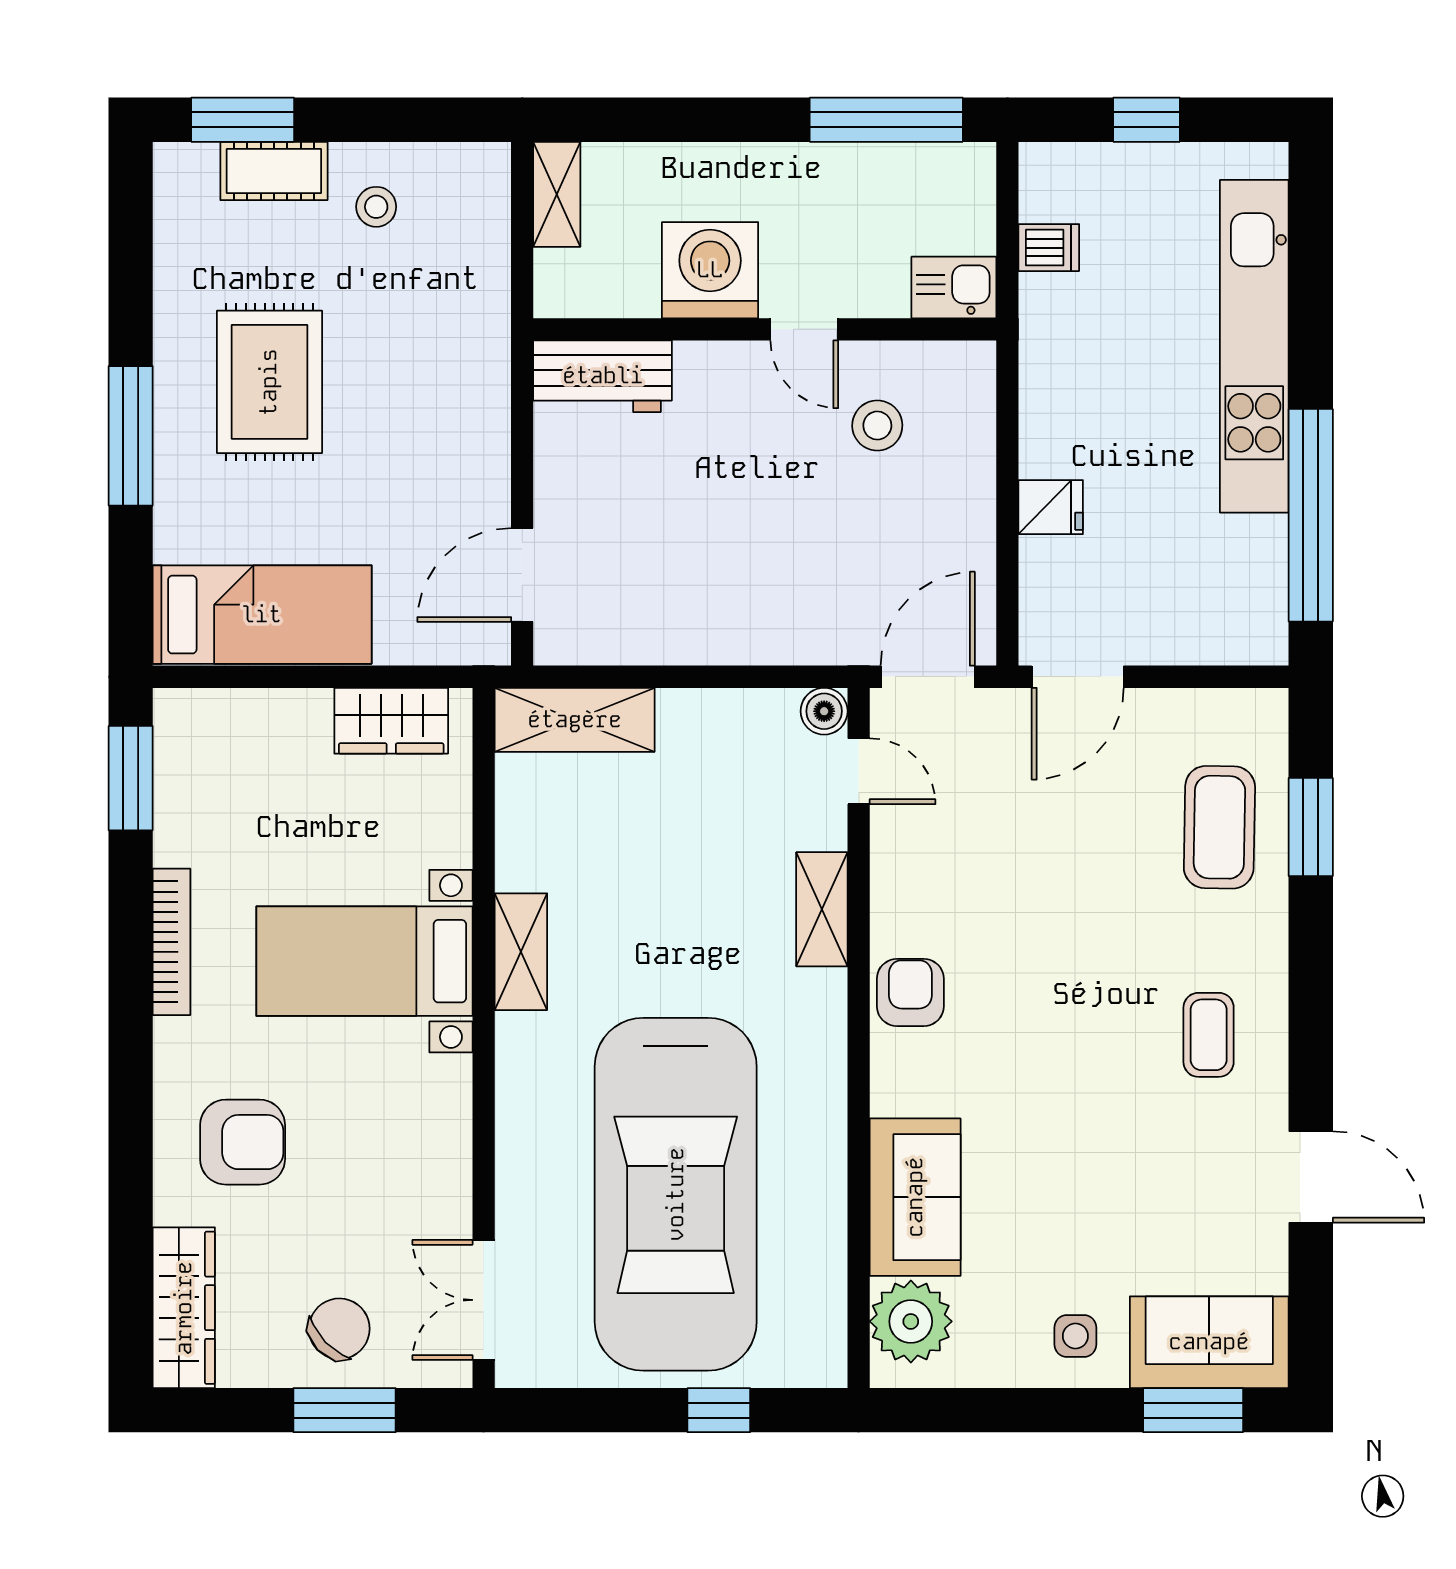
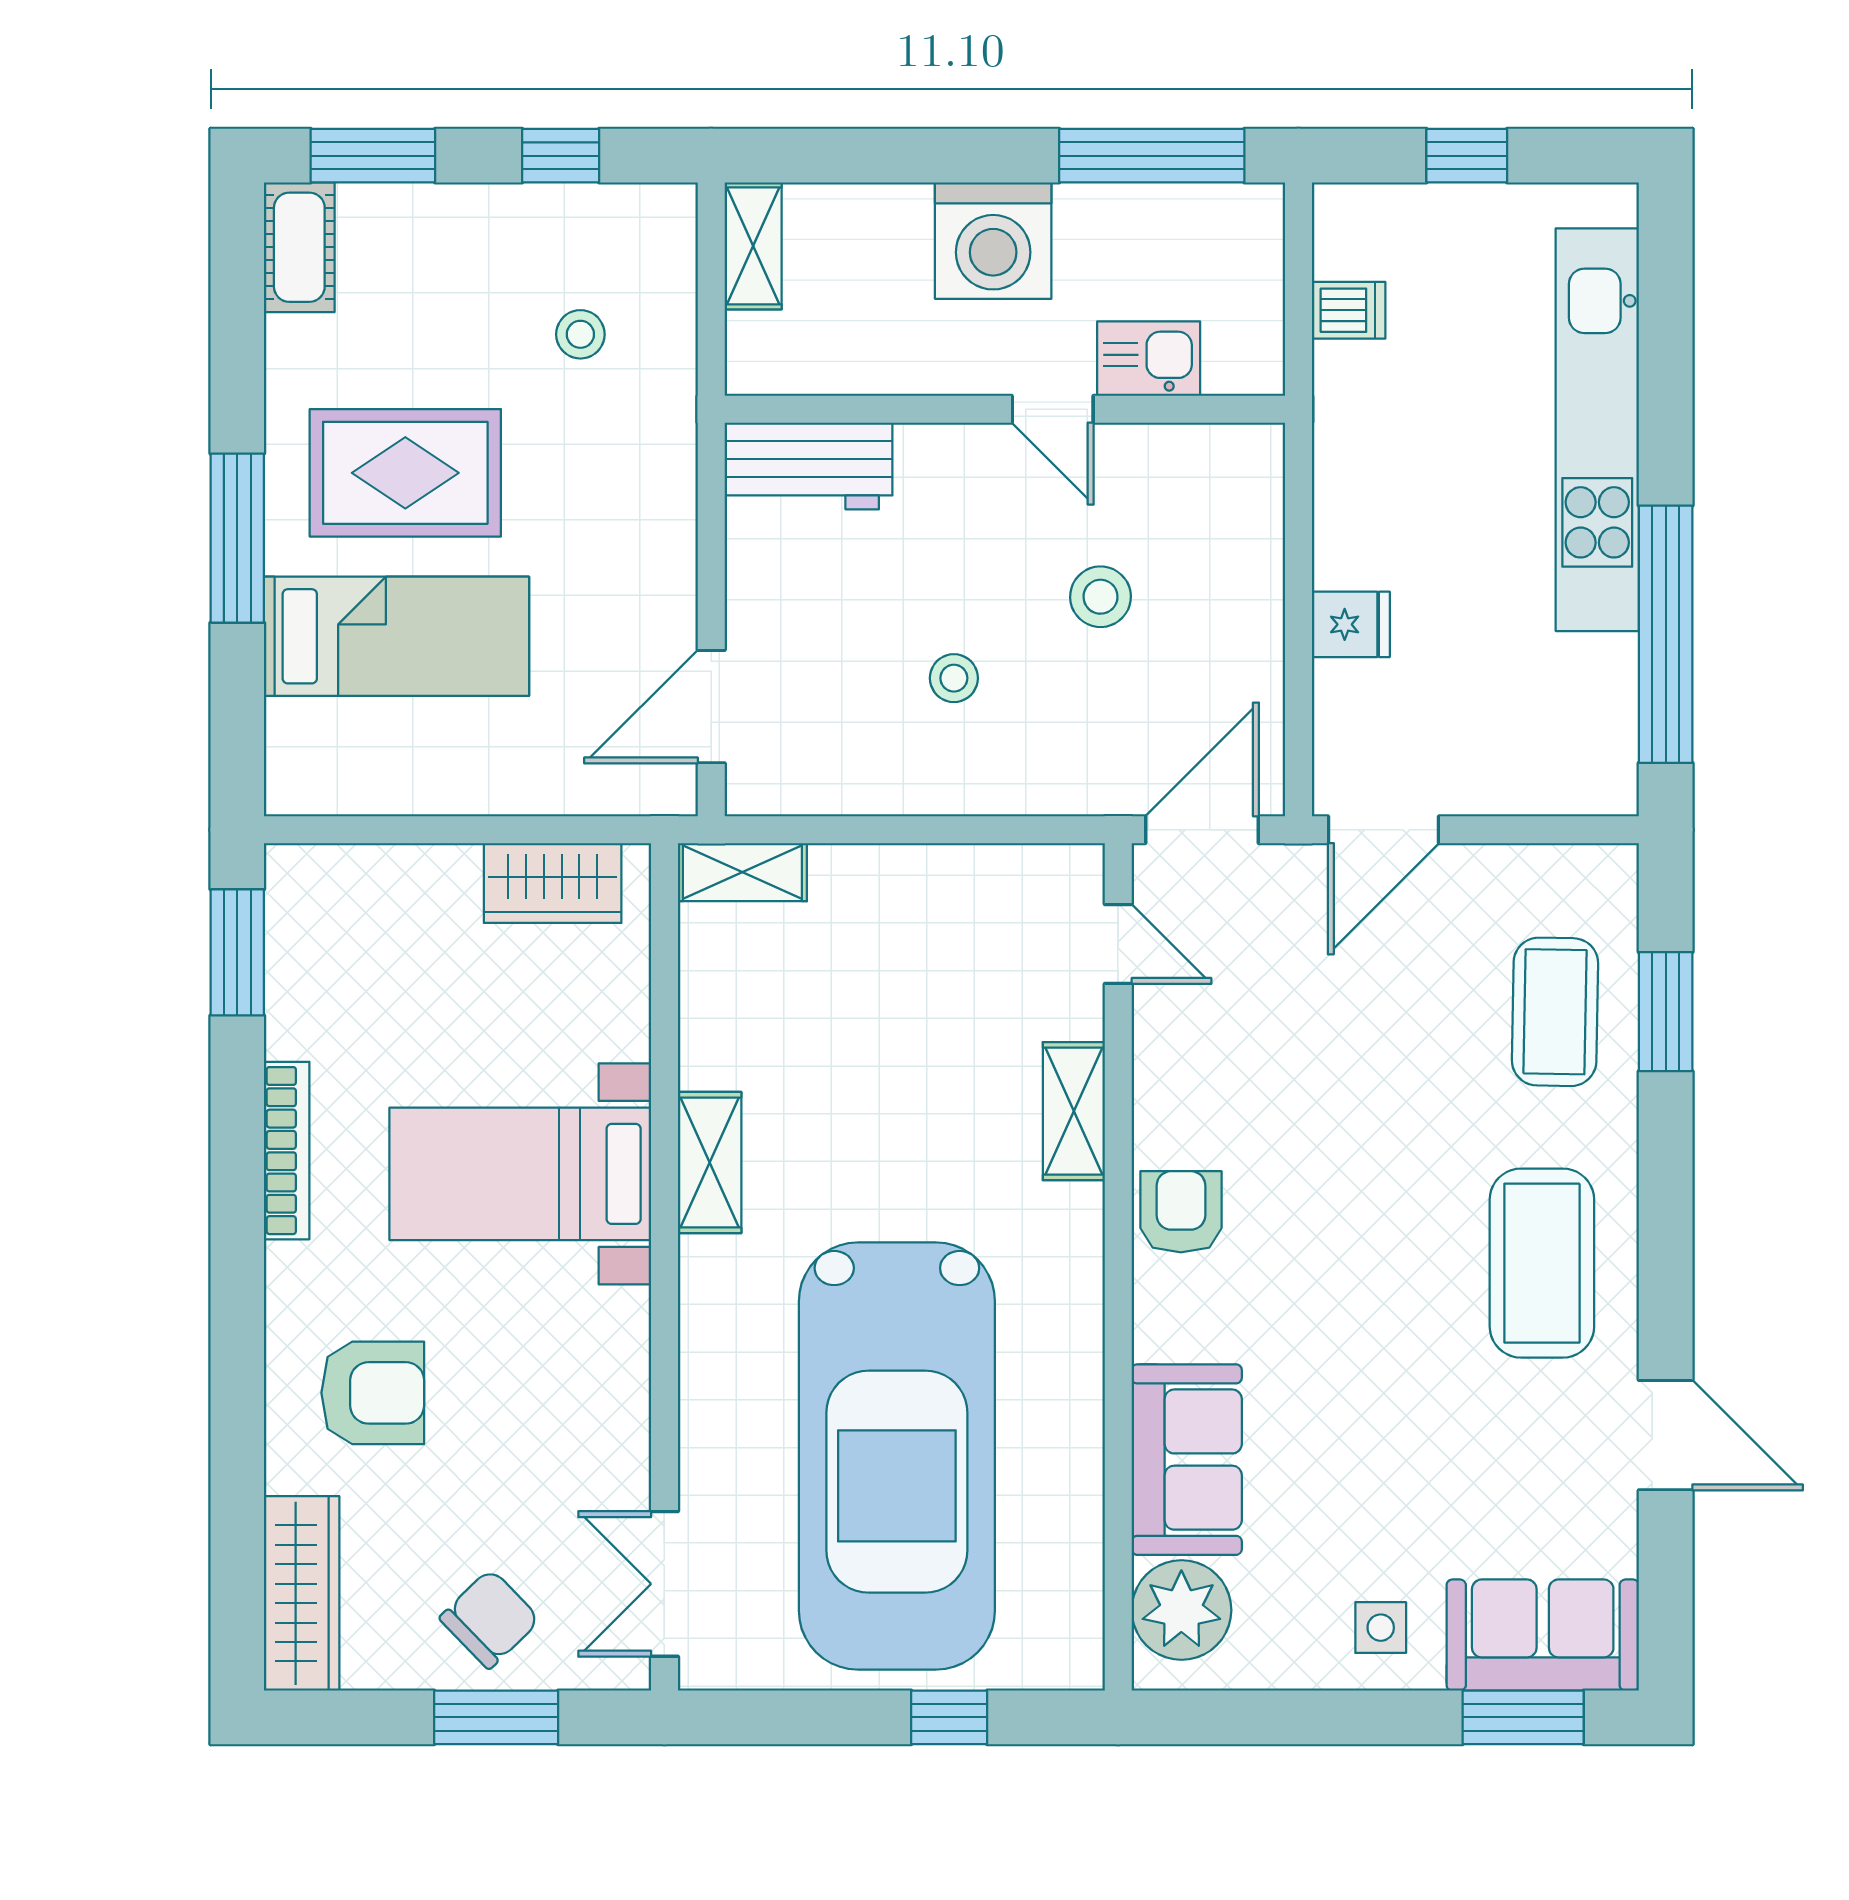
window: (398, 120) -> (561, 156), added
cot: (274, 171) -> (299, 247), moved, turned 90
stool: (376, 207) -> (580, 334), moved
washing machine: (710, 270) -> (993, 241), moved, turned 180
kitchen sink: (954, 287) -> (1149, 359), moved
rug: (269, 382) -> (405, 473), turned 90
stool: (877, 426) -> (1100, 597), moved
stool: (723, 551) -> (954, 678), added
bed: (262, 615) -> (397, 636), moved
boiler: (824, 711) -> (1077, 871), removed
shelving: (575, 720) -> (742, 872), width x0.67, depth x0.75
coffee table: (1209, 1035) -> (1542, 1263), width x1.86, depth x1.72

